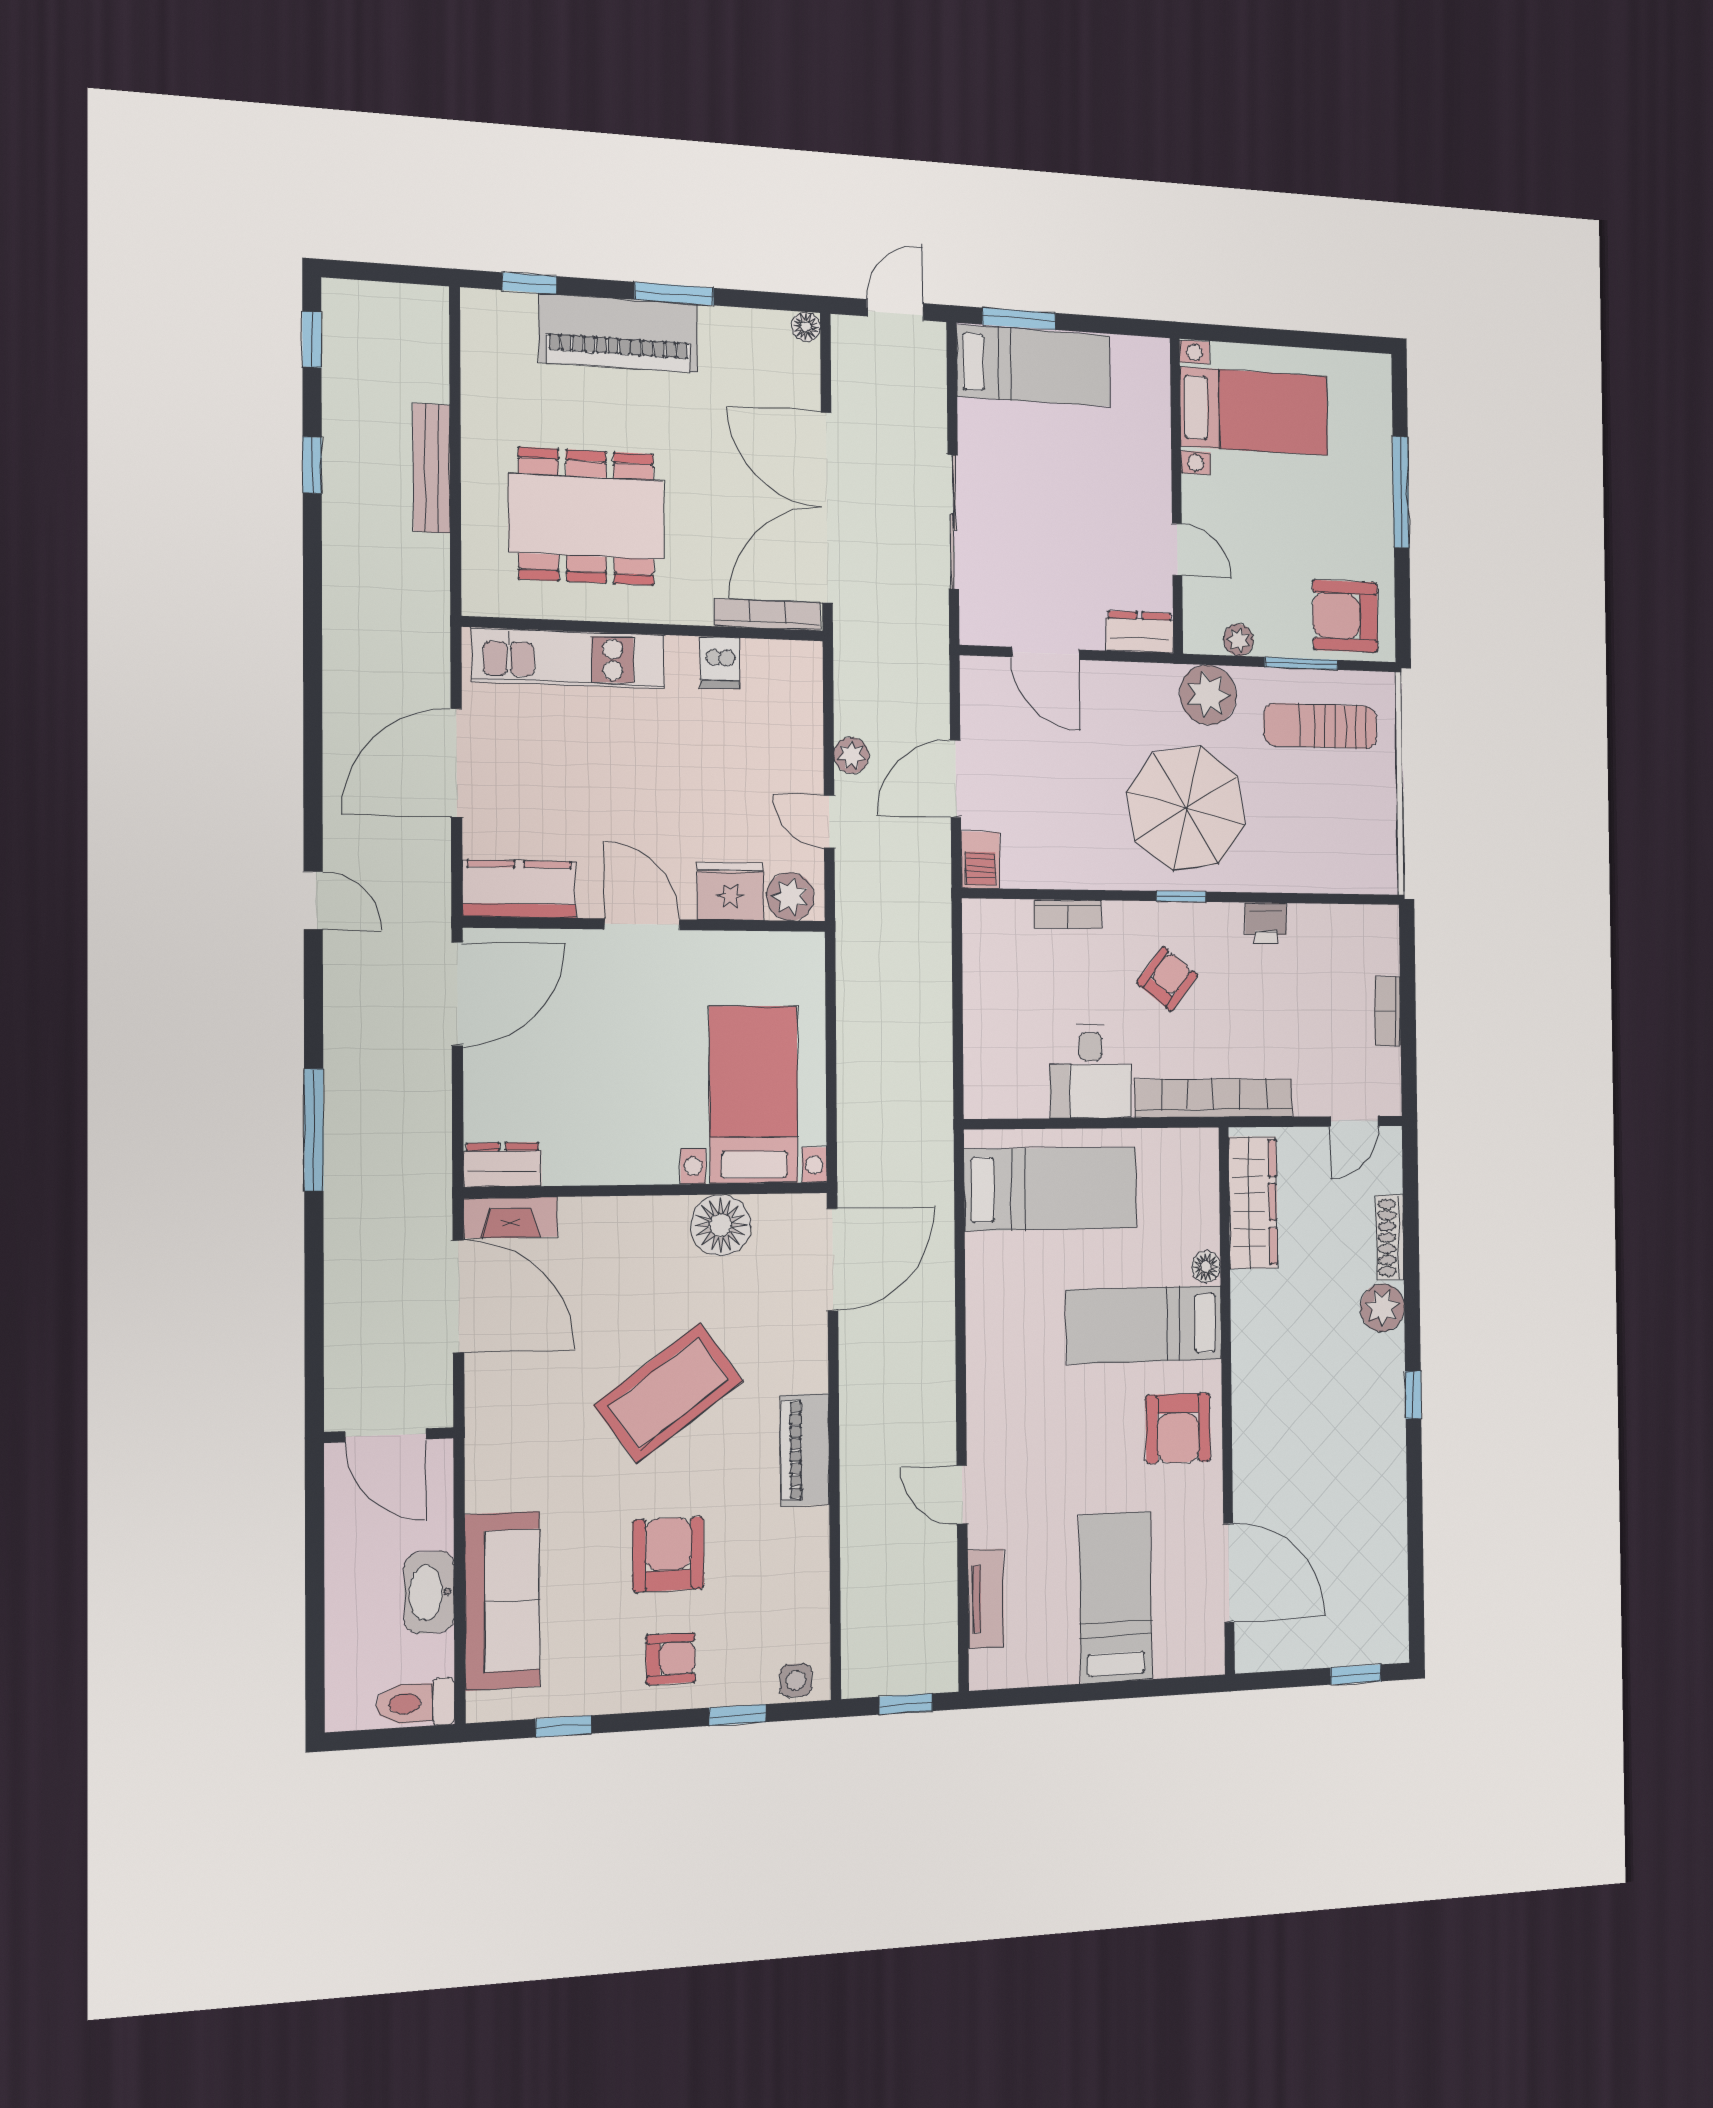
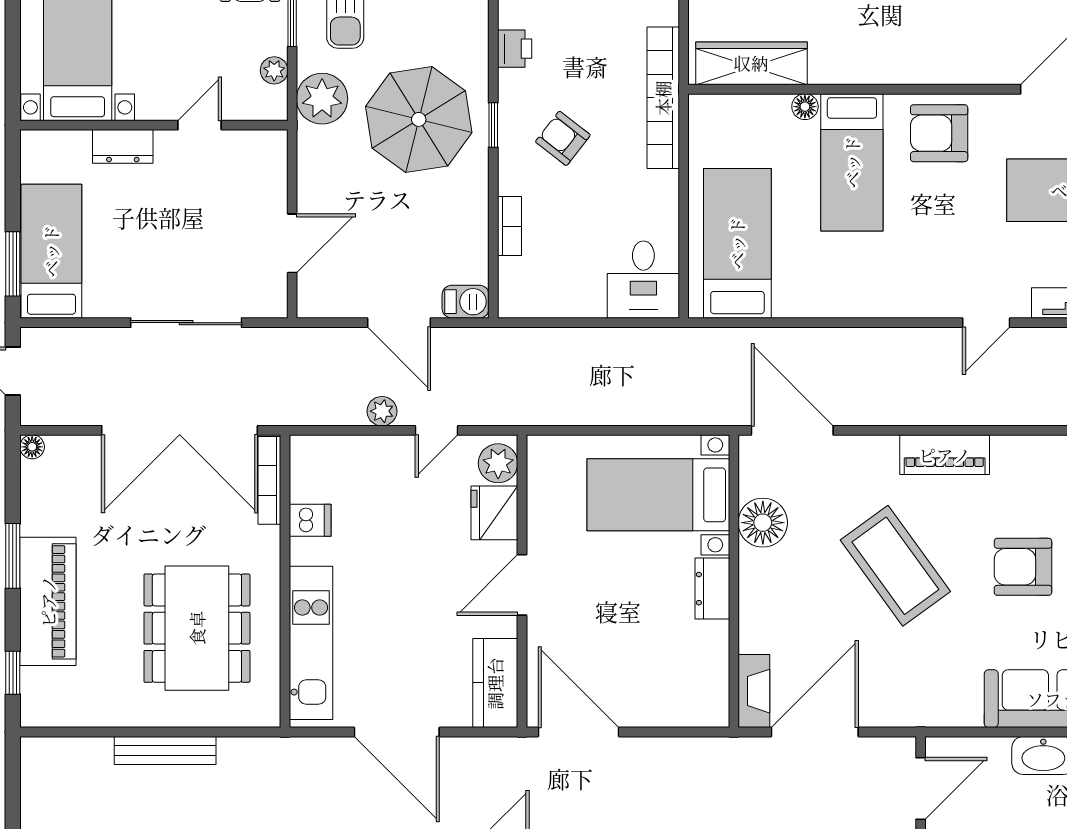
dresser: (1140, 632) -> (123, 146), moved, turned -90
desk: (1091, 1072) -> (643, 280), moved, turned 90
dresser: (503, 1165) -> (712, 589), moved
armchair: (1178, 1428) -> (939, 133), turned 180

